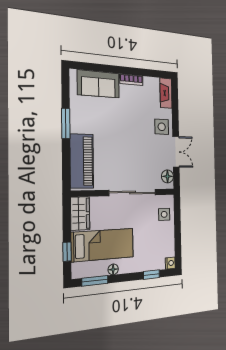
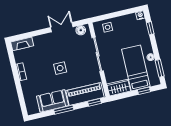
sofa: (98, 84) -> (53, 101), moved, turned -90
side table: (162, 127) -> (60, 68), moved
window: (66, 172) -> (94, 102), added

